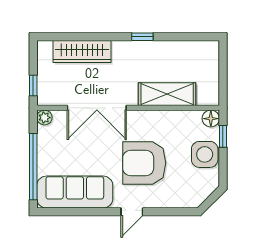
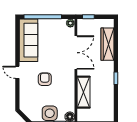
double door: (97, 108) -> (76, 53), swing flipped
armchair: (144, 163) -> (45, 79), width x0.53, depth x0.53

